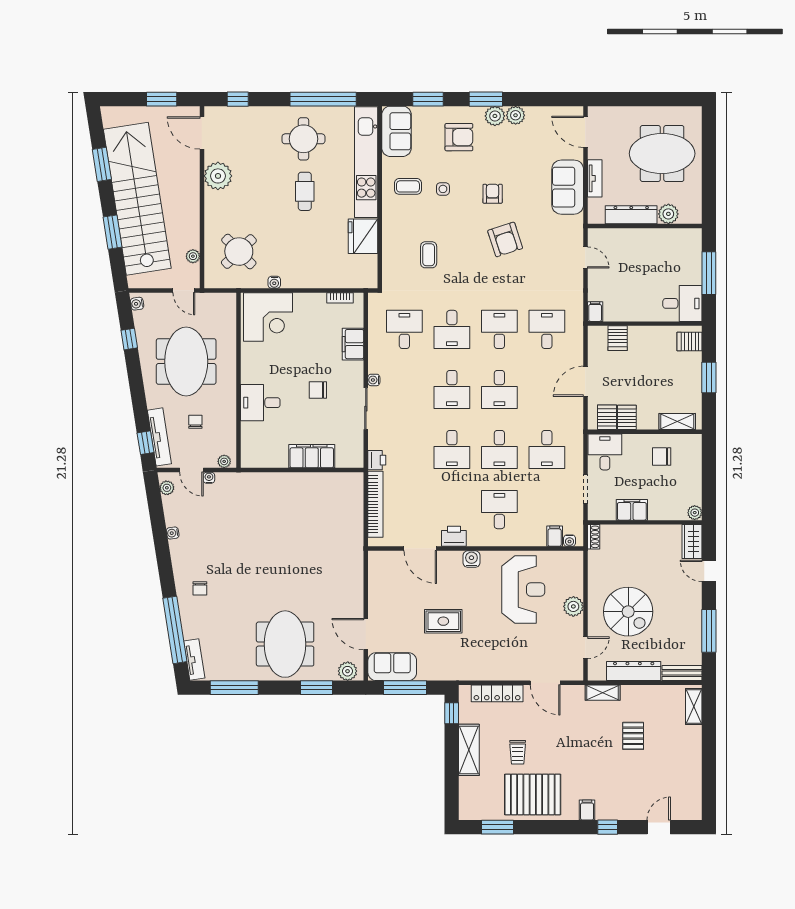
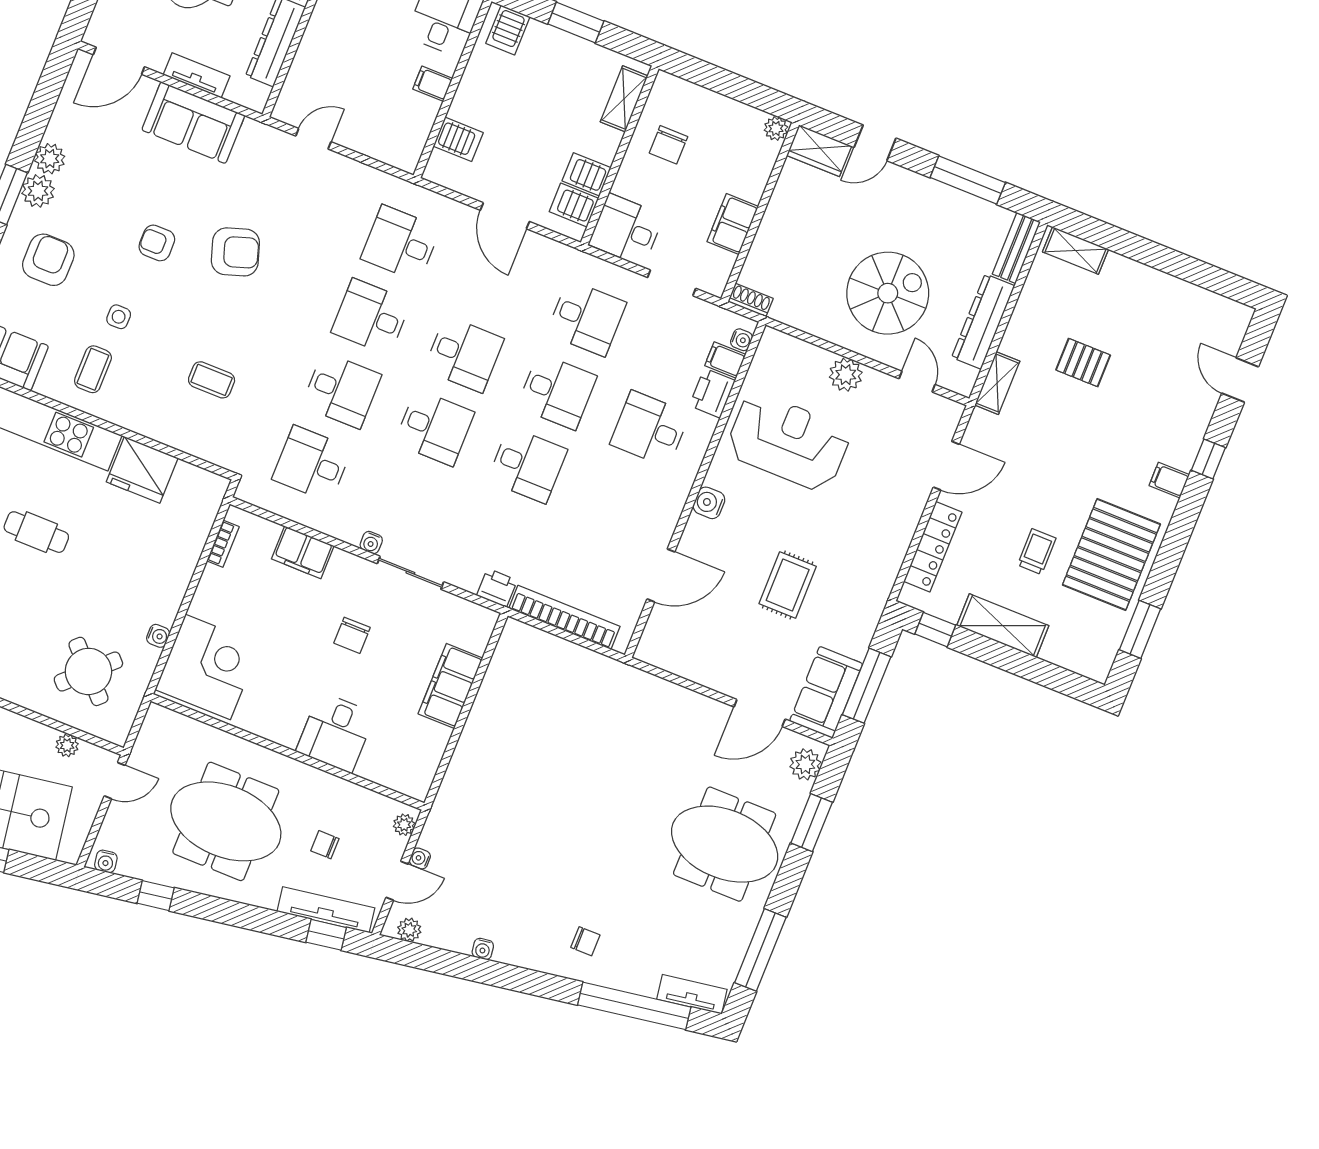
filing cabinet: (595, 312) -> (433, 84), moved
printer: (454, 536) -> (712, 393), moved
trolley: (518, 752) -> (1037, 552), turned -90

